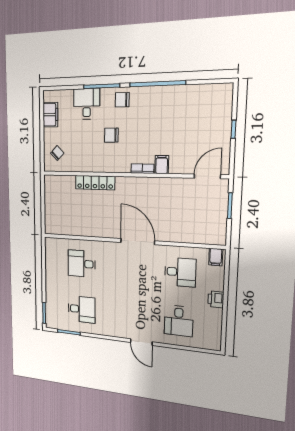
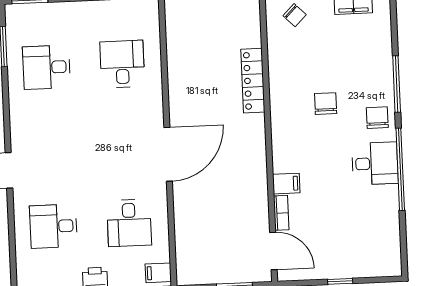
desk: (87, 104) -> (375, 163), moved
bookcase: (142, 169) -> (281, 213), moved
desk: (82, 309) -> (46, 67), turned 90

